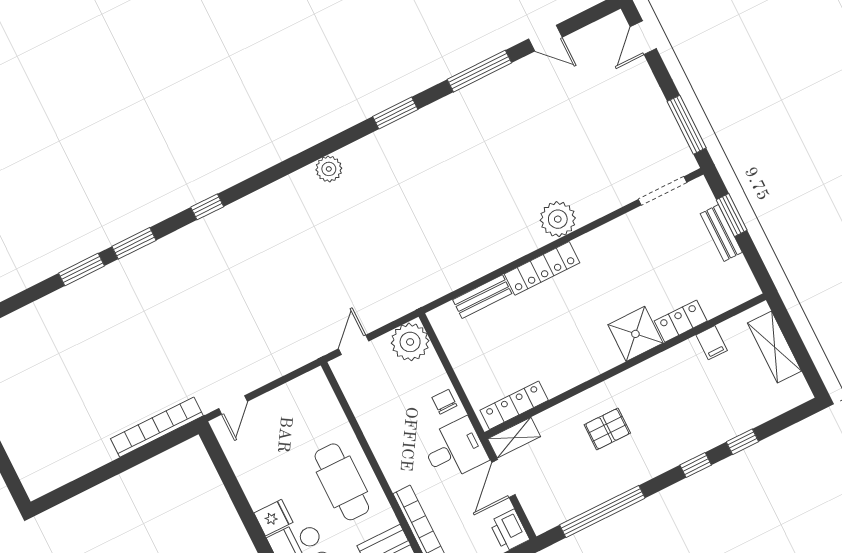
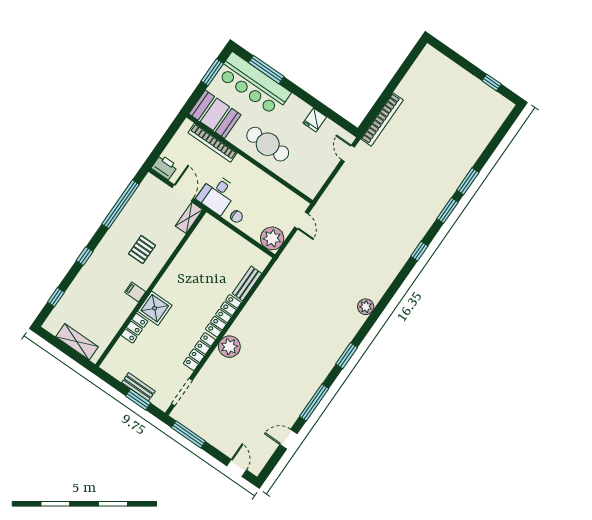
filing cabinet: (712, 343) -> (135, 292), moved
locker: (514, 405) -> (199, 352), moved, turned 180
window: (742, 442) -> (56, 297), moved
fridge: (273, 518) -> (315, 120), moved

